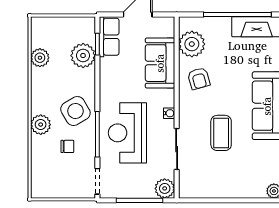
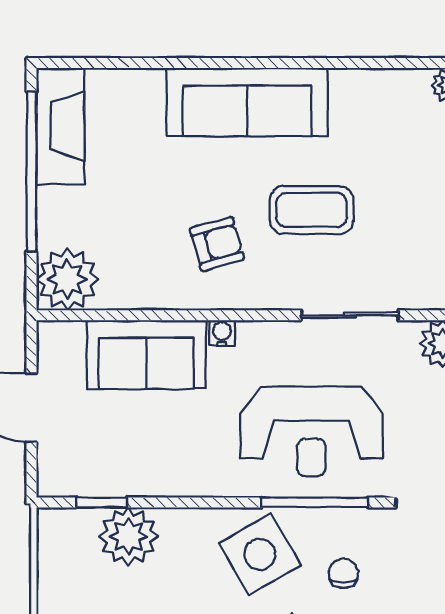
row of seats: (109, 37) -> (84, 475), removed
plant: (192, 44) -> (67, 279), moved
armchair: (199, 79) -> (217, 244), moved
water cooler: (169, 113) -> (222, 333), moved

